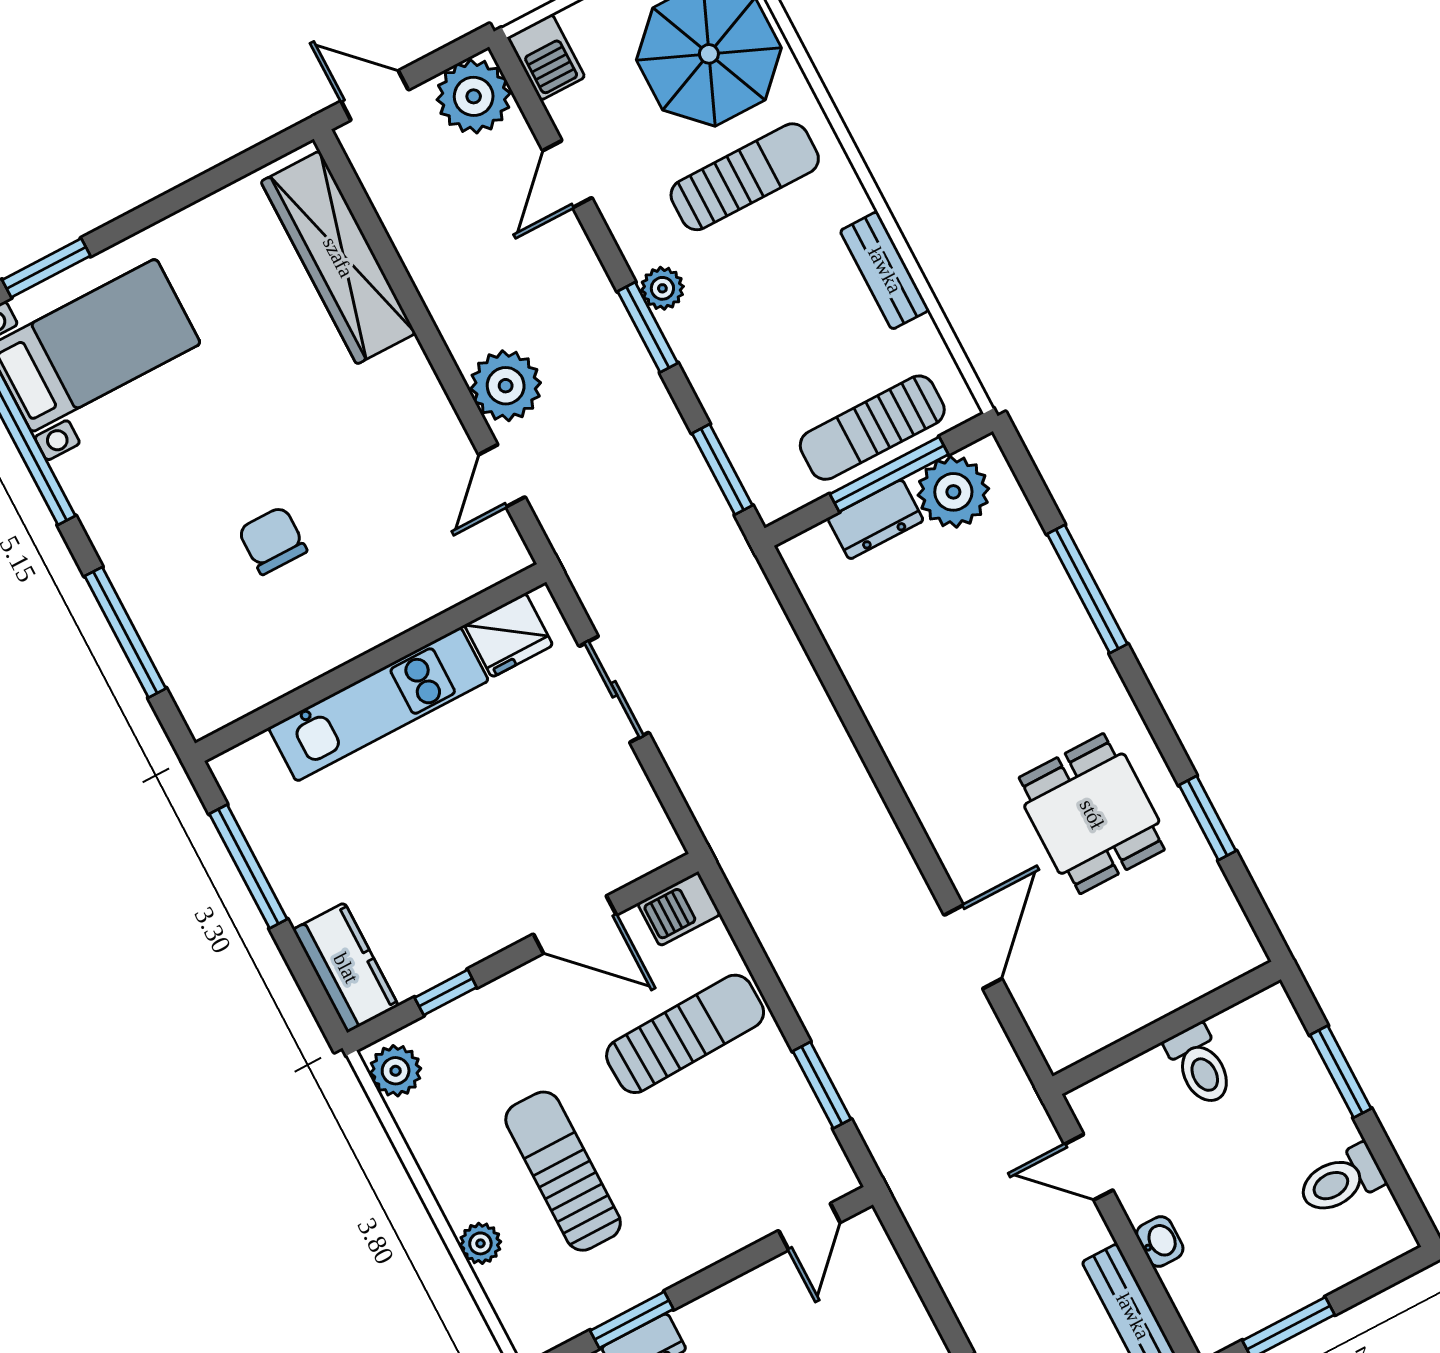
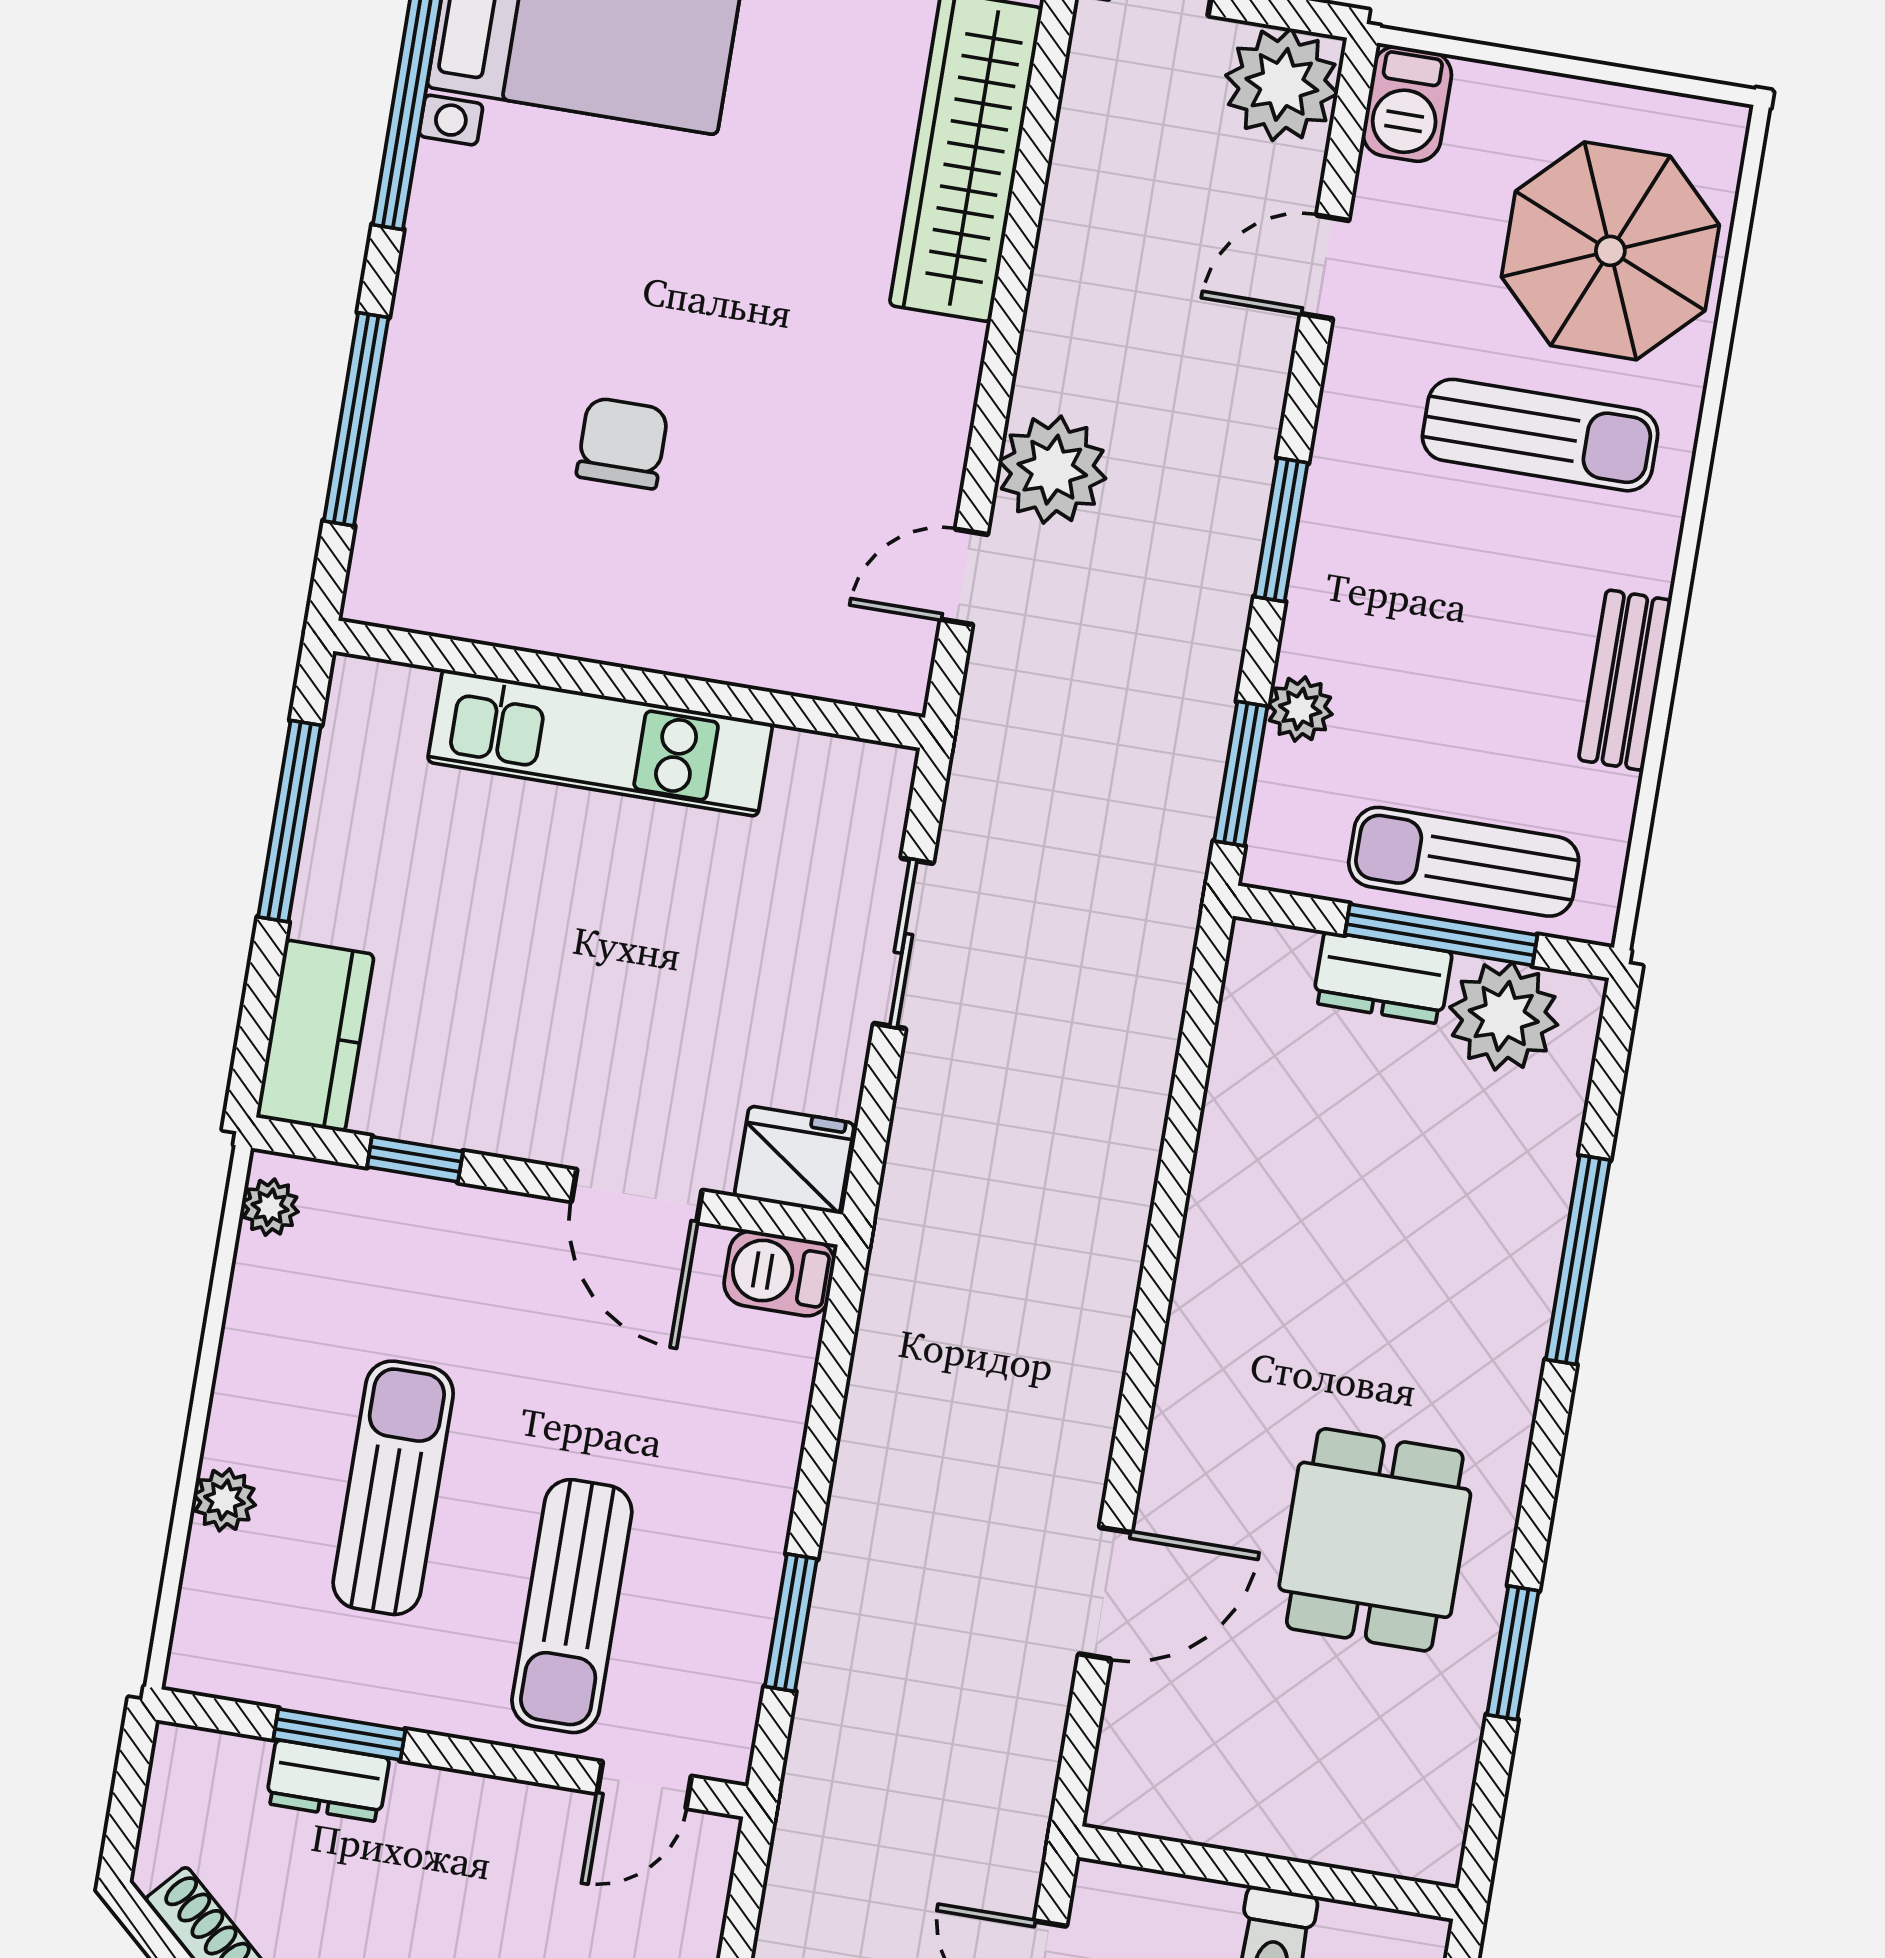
plant: (662, 288) -> (1300, 709), moved
fridge: (509, 635) -> (794, 1160), moved, turned 180
sun lounger: (685, 1034) -> (572, 1606), moved, turned 92
plant: (396, 1071) -> (270, 1207), width x0.73, depth x0.73

